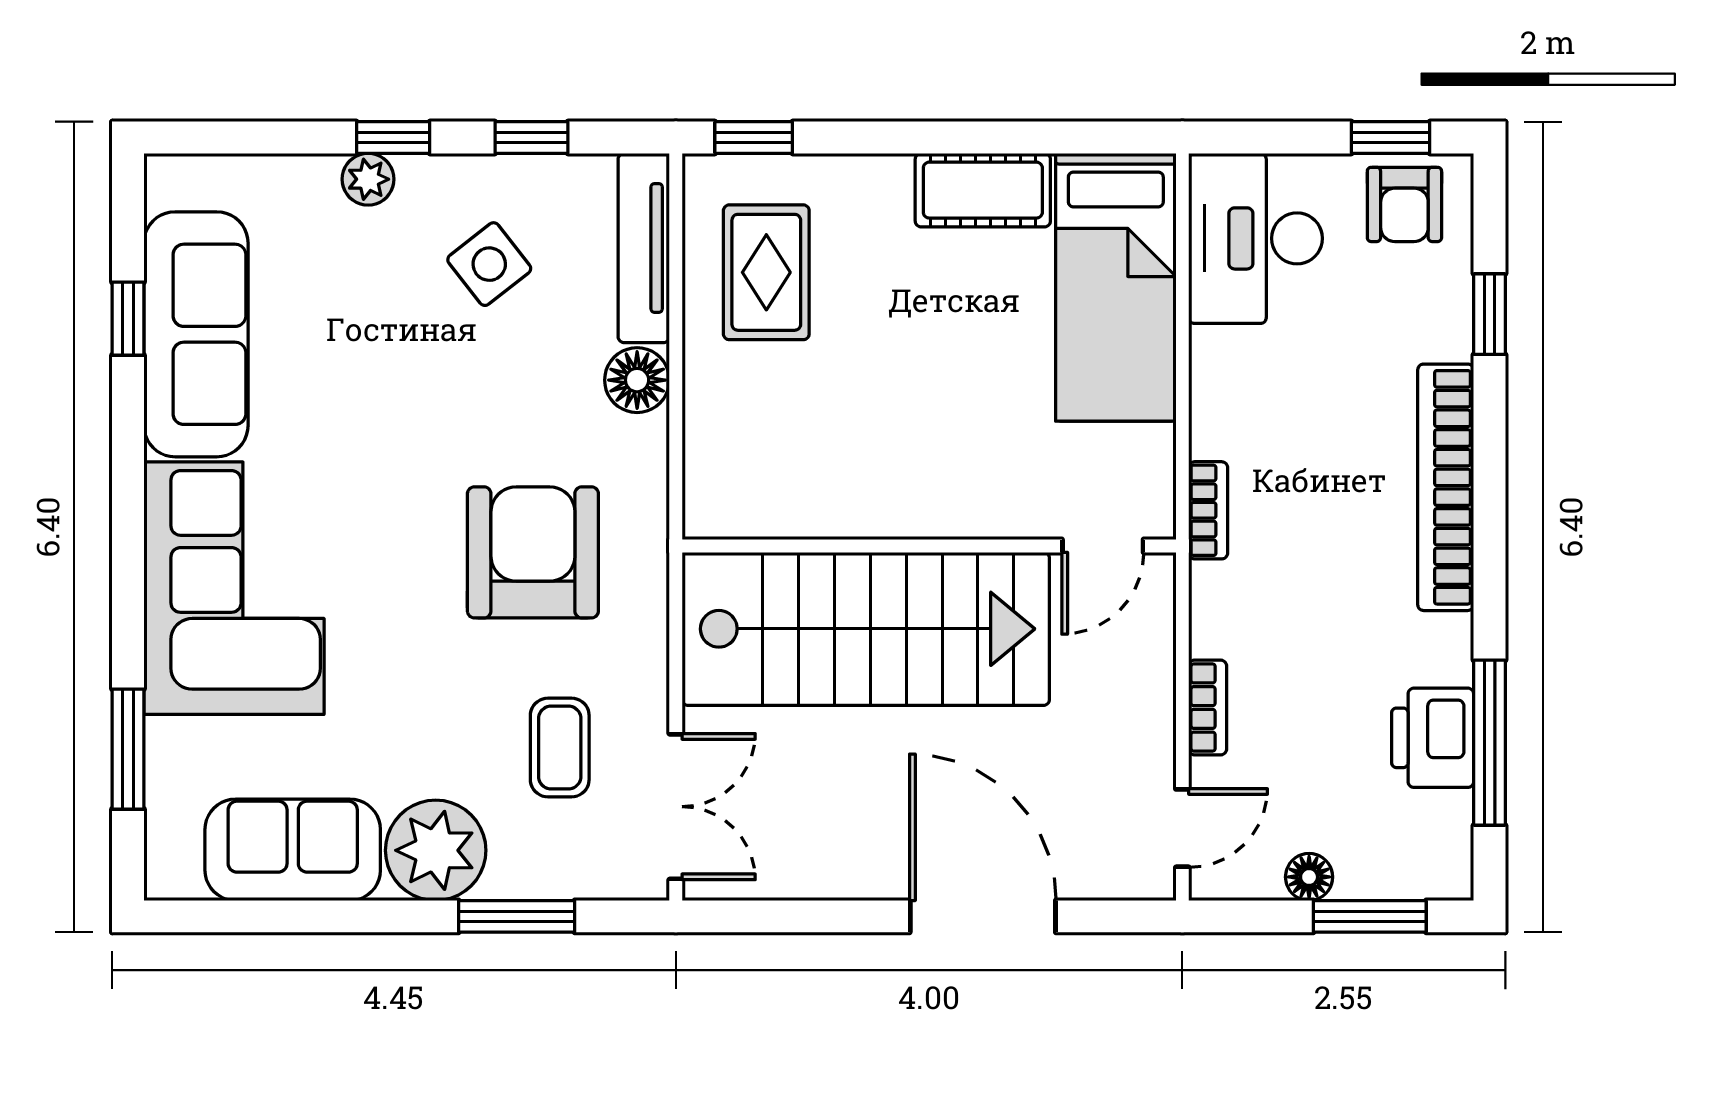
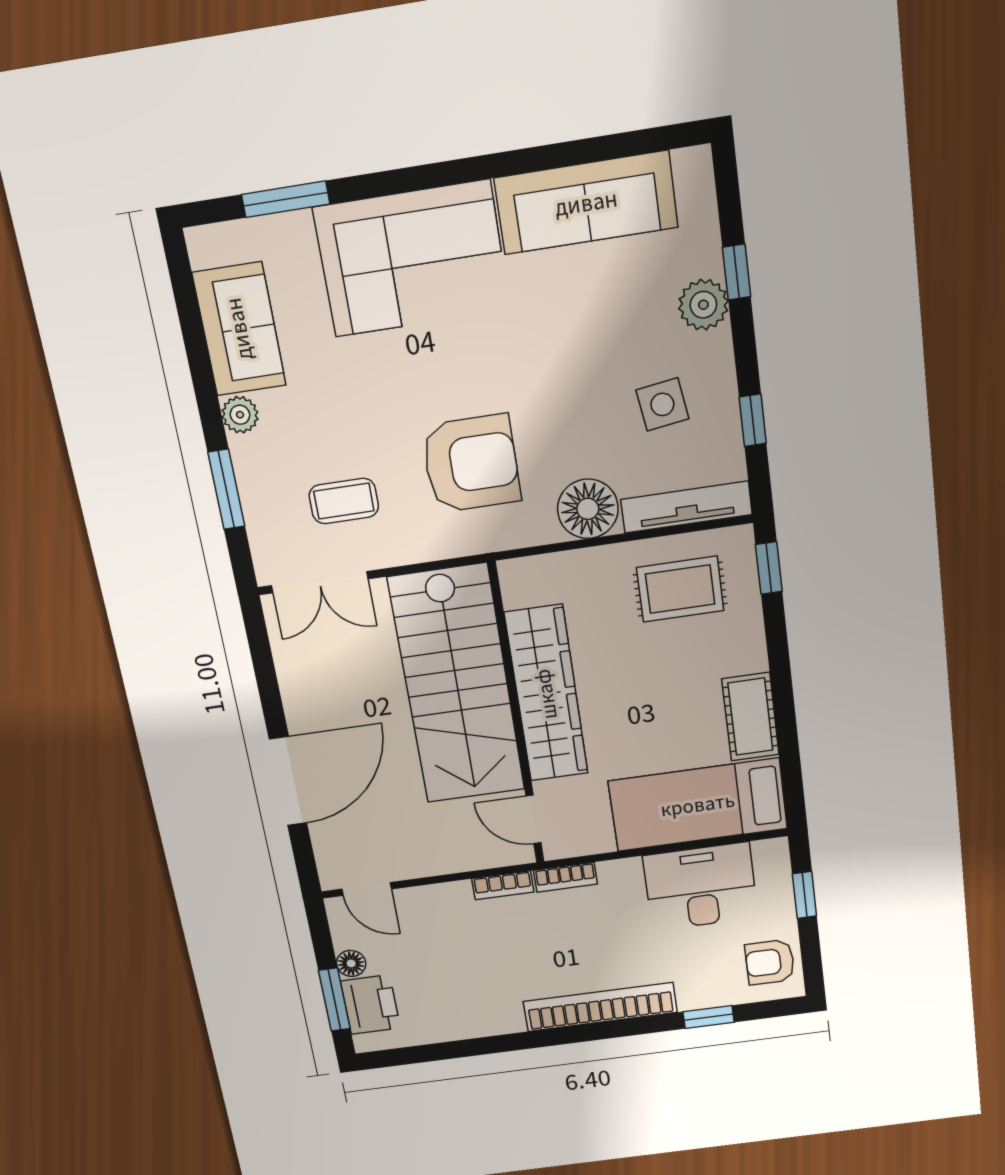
window: (393, 137) -> (737, 272), moved
window: (1391, 137) -> (804, 895), moved
plant: (368, 179) -> (703, 305), width x1.38, depth x1.38
desk: (1256, 238) -> (700, 887), moved
side table: (489, 264) -> (662, 404), turned 30
window: (128, 319) -> (590, 150), removed
floor lamp: (637, 380) -> (588, 509), width x1.38, depth x1.38
wardrobe: (900, 495) -> (546, 694), added
bookcase: (1208, 708) -> (503, 885), moved
printer: (1433, 738) -> (370, 1005), moved, turned 90
window: (1490, 743) -> (451, 1050), removed
plant: (436, 850) -> (240, 415), width x0.53, depth x0.53

